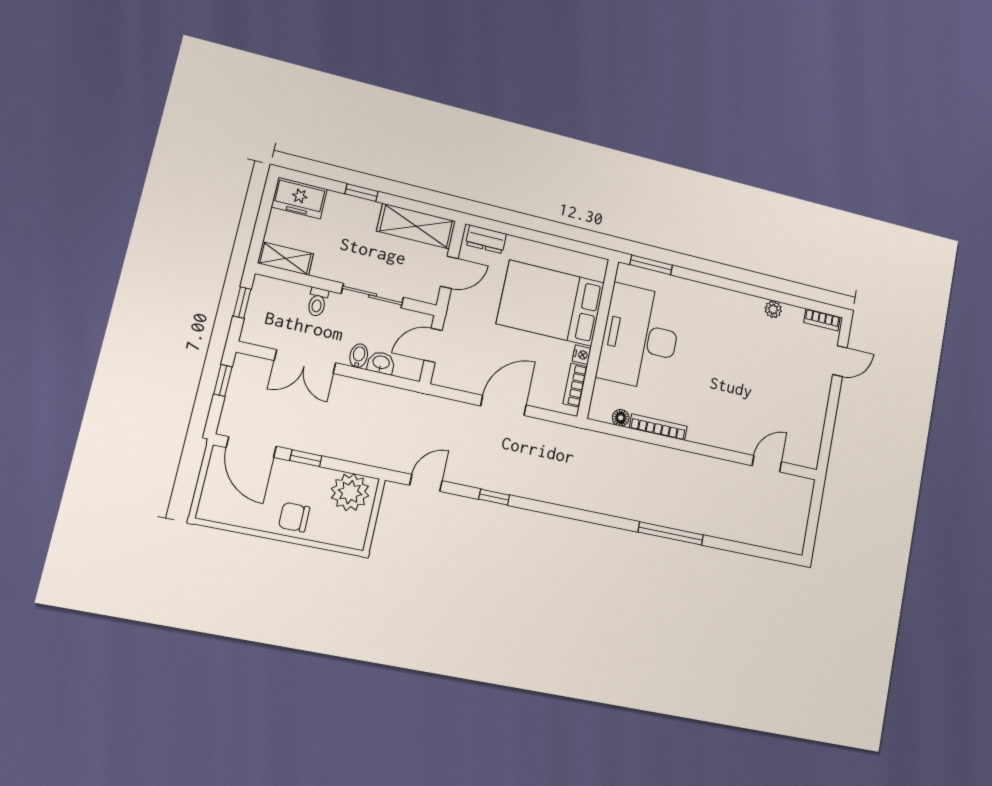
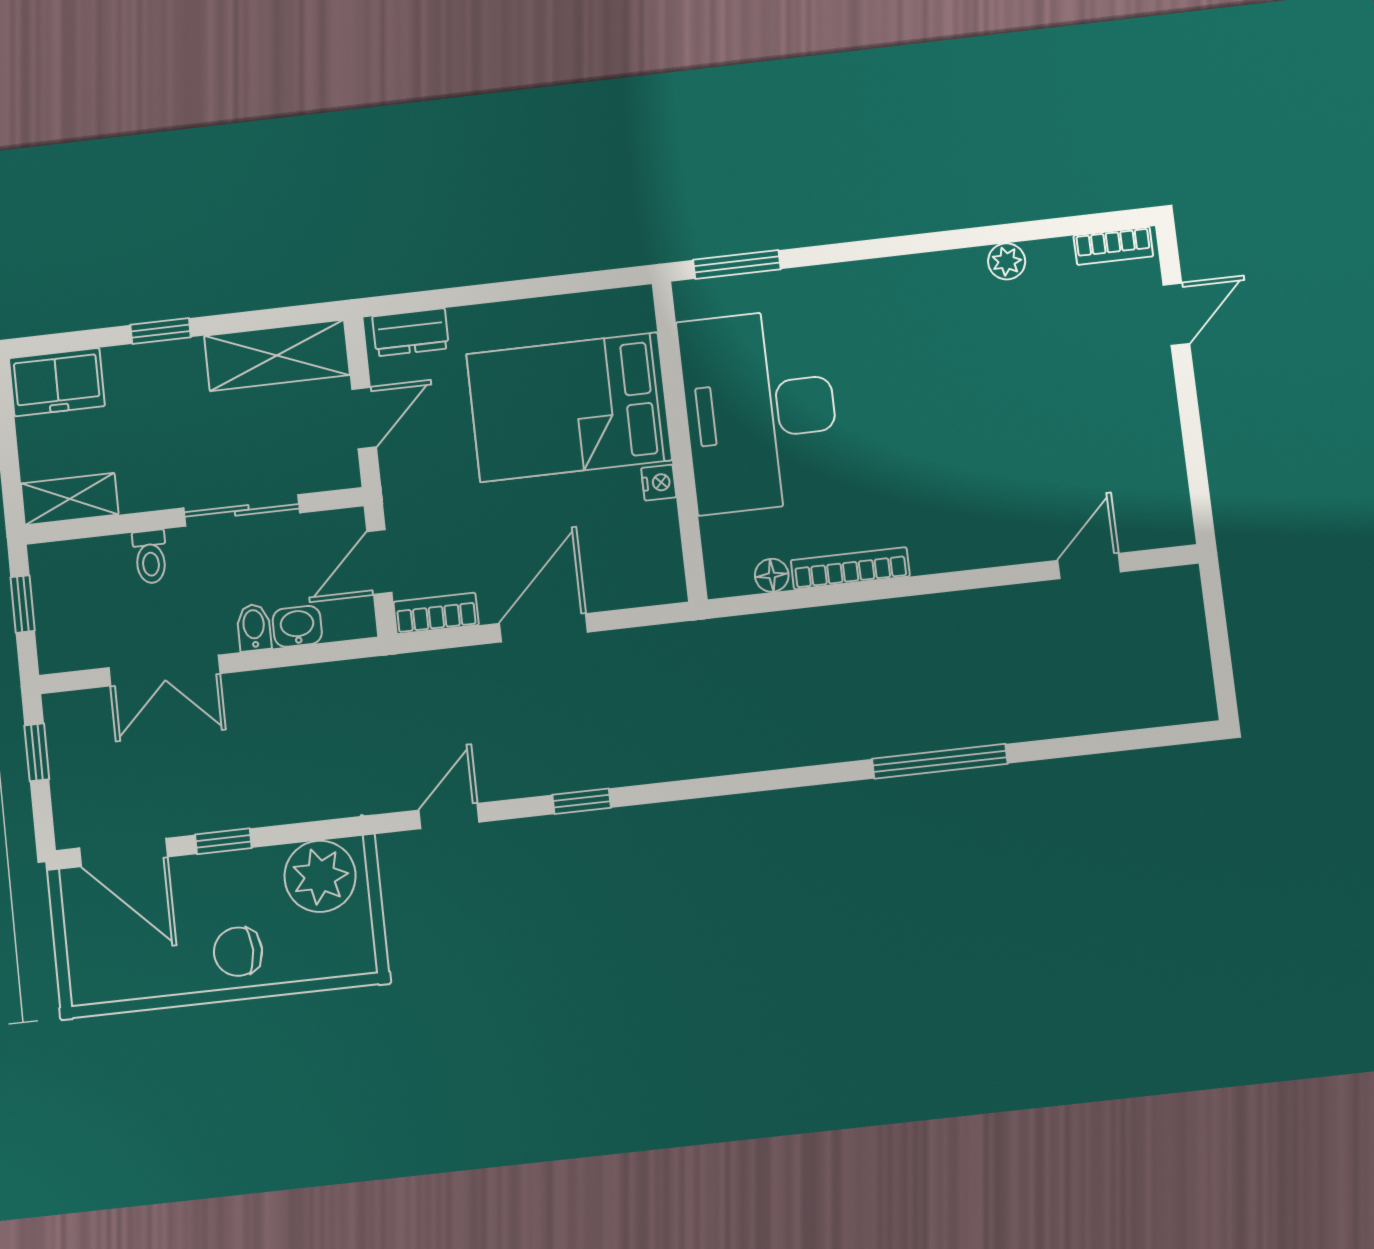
bookcase: (575, 385) -> (436, 613), moved, turned 90

